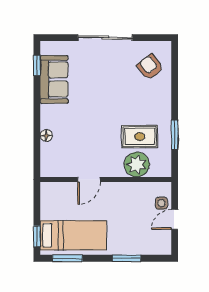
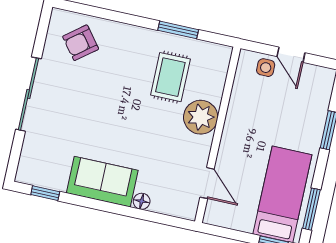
sofa: (54, 79) -> (102, 182), moved
plant: (137, 165) -> (201, 117), moved
door: (89, 179) -> (207, 183), moved

